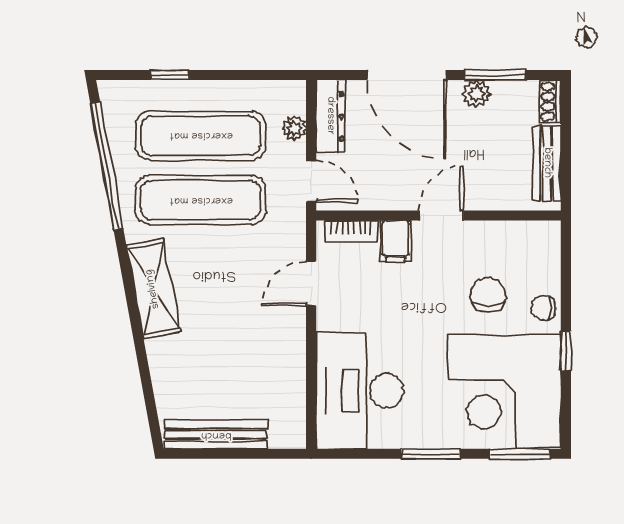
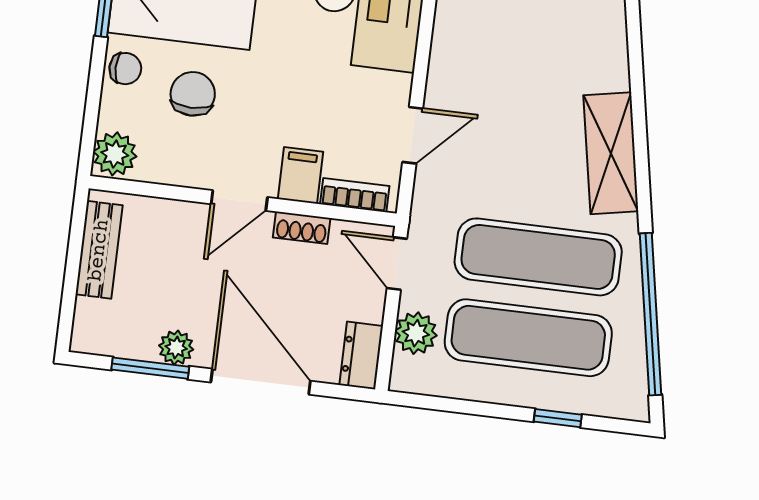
shoe rack: (550, 102) -> (302, 228), moved, turned 90
dresser: (330, 116) -> (361, 355), width x0.70
plant: (294, 128) -> (416, 333), width x1.38, depth x1.38
plant: (544, 240) -> (115, 154), added
chair: (488, 295) -> (193, 94), turned 180

